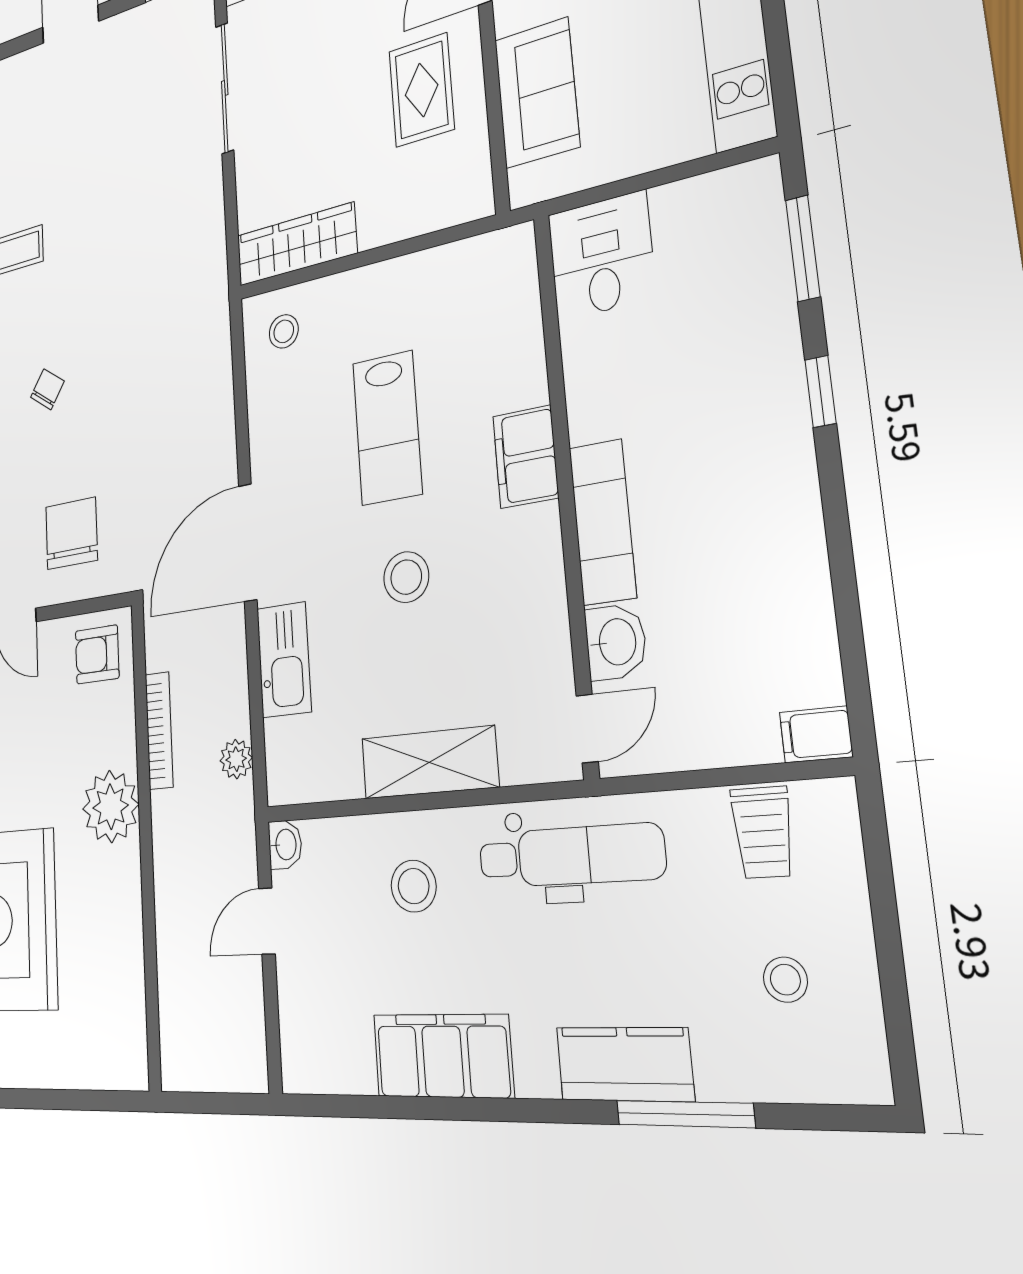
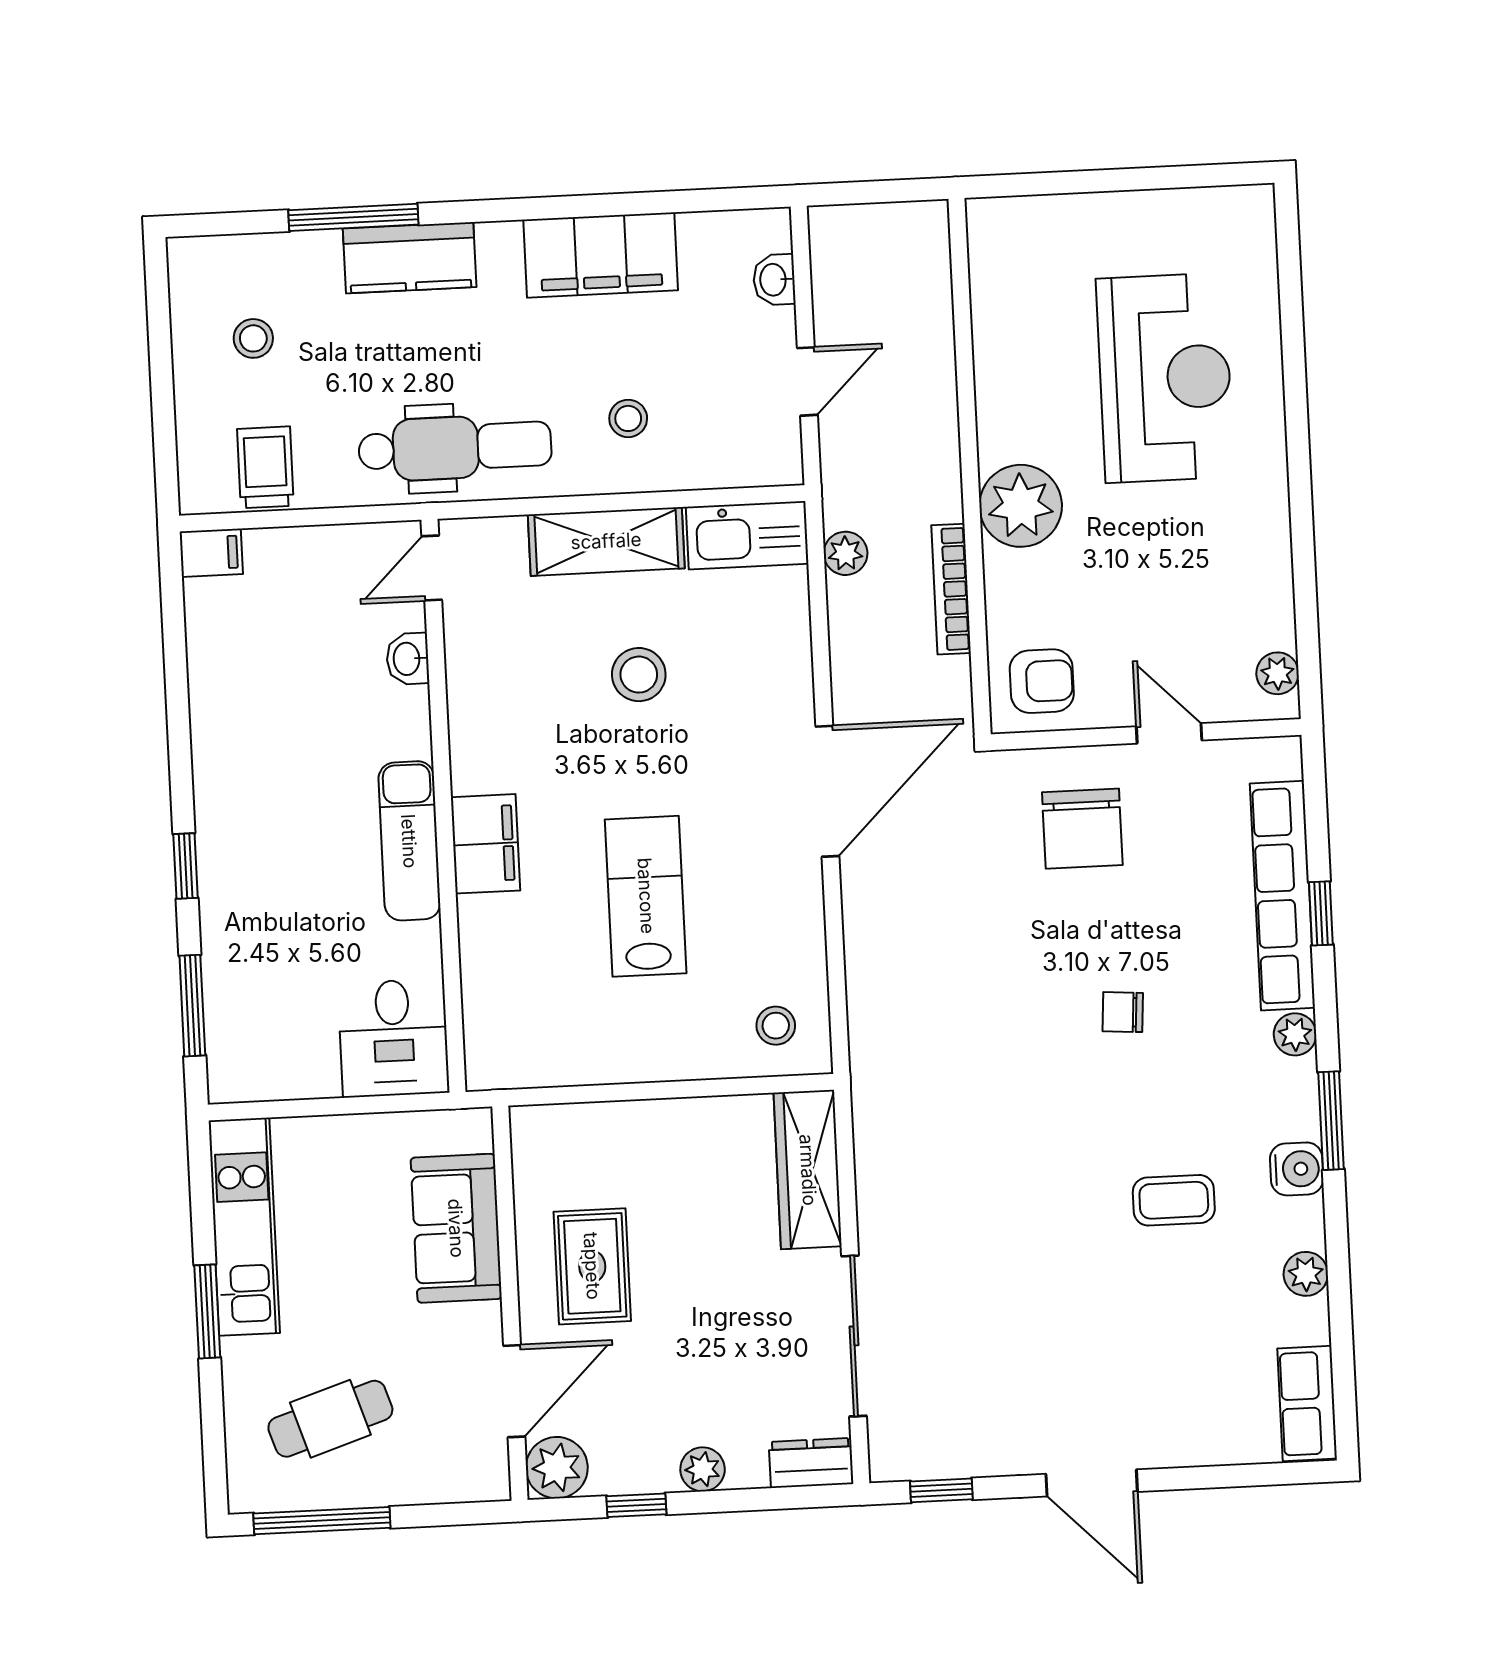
wardrobe: (296, 244) -> (808, 1170), moved, turned 90
chair: (47, 389) -> (1123, 1012), turned 59
exam couch: (603, 522) -> (409, 841), moved
stool: (406, 577) -> (639, 675), moved
washbasin: (616, 642) -> (408, 659), width x0.72, depth x0.69
kitchen sink: (284, 660) -> (747, 535), moved, turned -90
washbasin: (285, 845) -> (774, 280), moved
dental chair: (570, 856) -> (455, 448), turned 180
stool: (414, 886) -> (628, 418), width x0.73, depth x0.73

